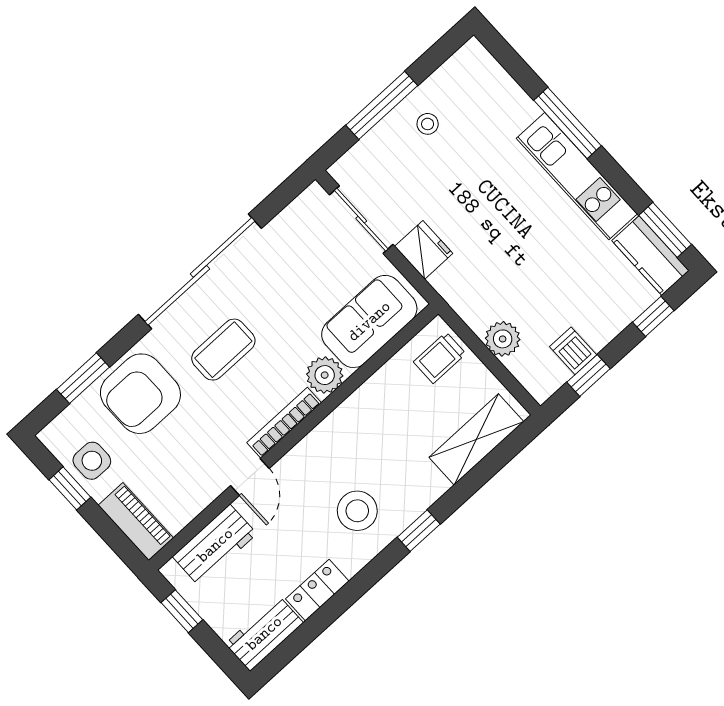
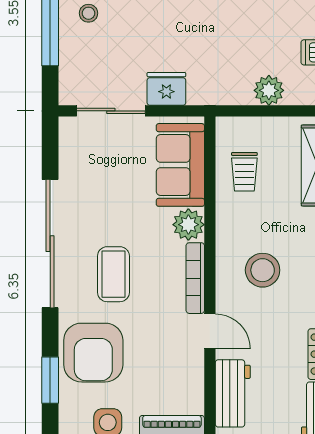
trolley: (440, 358) -> (244, 172), moved
stool: (357, 511) -> (263, 270), moved

